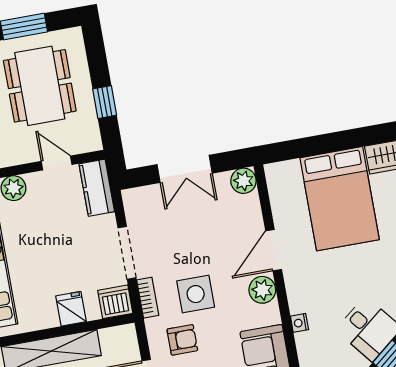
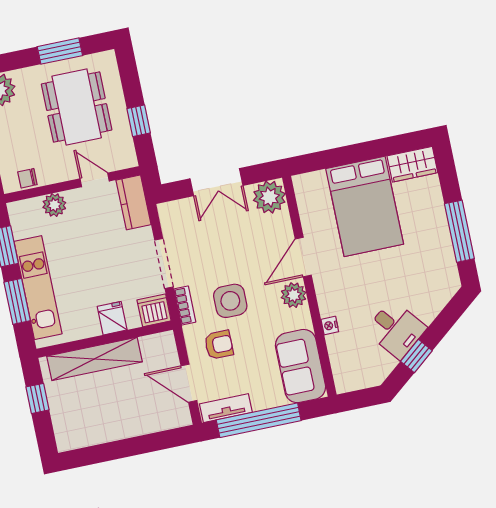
plant: (243, 181) -> (269, 197), width x1.36, depth x1.36

